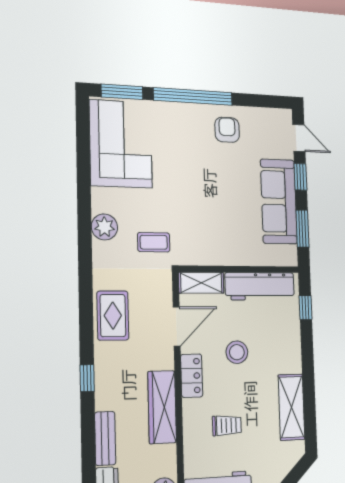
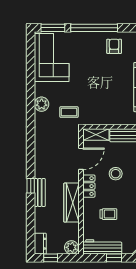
rug: (113, 316) -> (45, 152), removed
bench: (105, 438) -> (40, 192), moved

